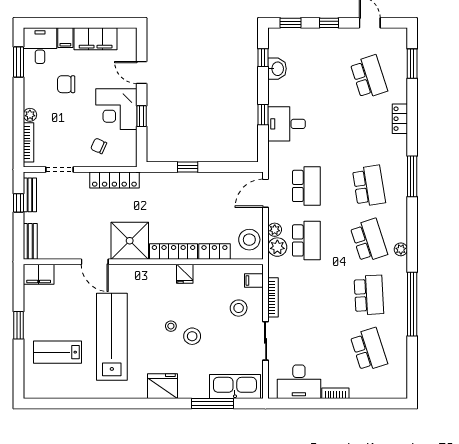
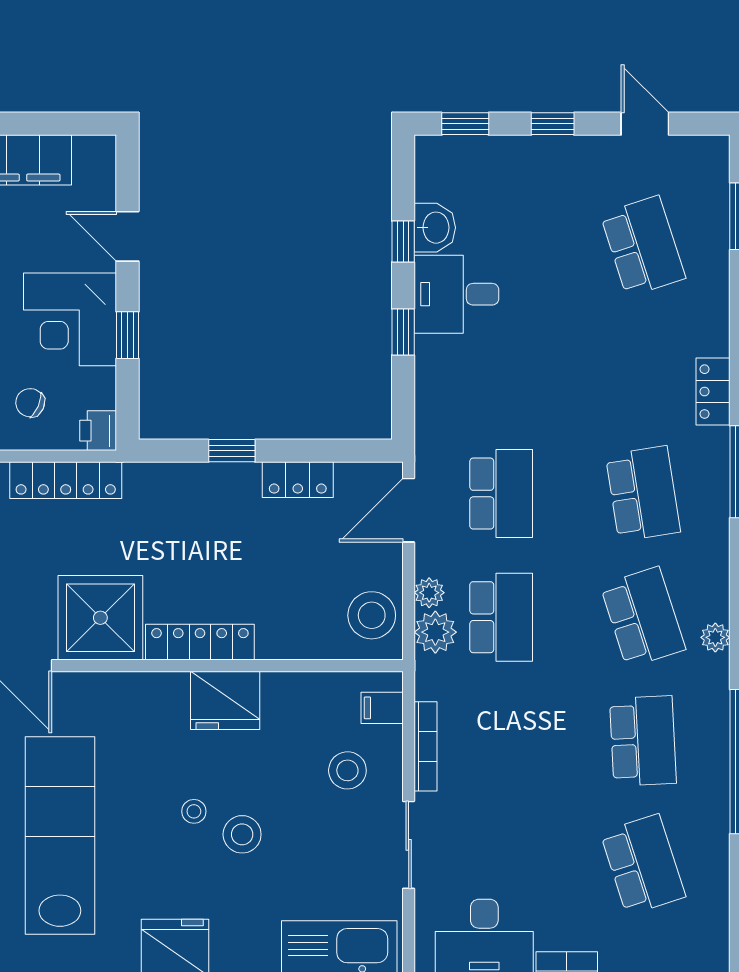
window: (263, 58) -> (403, 242), moved
locker: (400, 119) -> (713, 392), moved
desk: (287, 124) -> (456, 294), moved
printer: (129, 158) -> (98, 431), added
locker: (214, 251) -> (298, 480), moved, turned 180
fridge: (185, 274) -> (225, 700), width x1.88, depth x1.34

